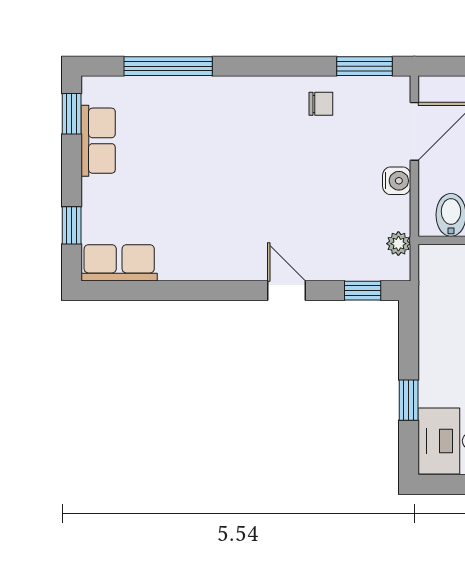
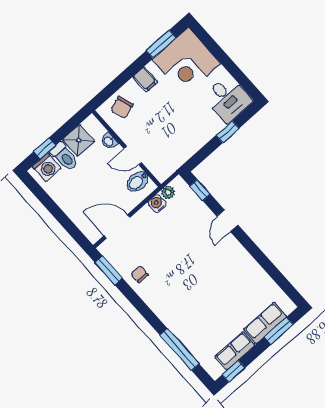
water cooler: (397, 181) -> (157, 203), moved
window: (72, 225) -> (279, 331), width x1.50
row of seats: (119, 263) -> (265, 323), moved, turned 90

